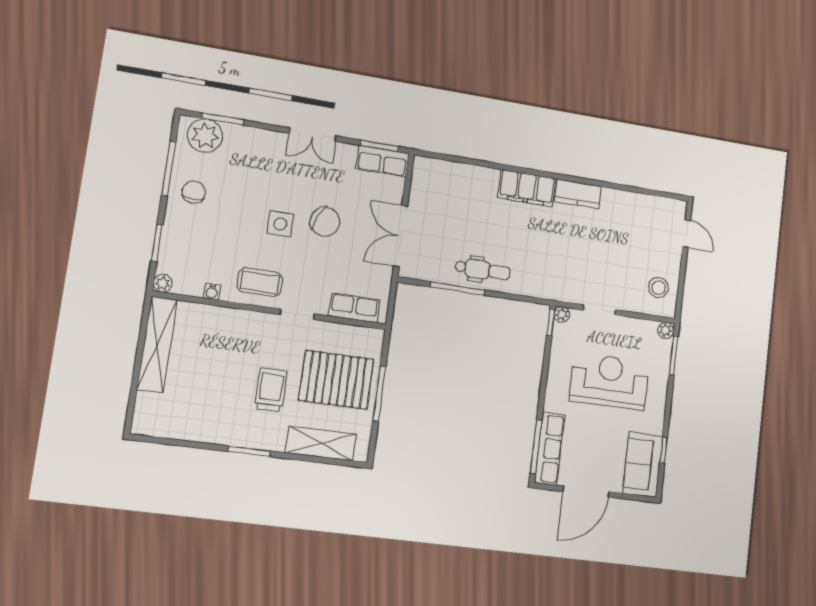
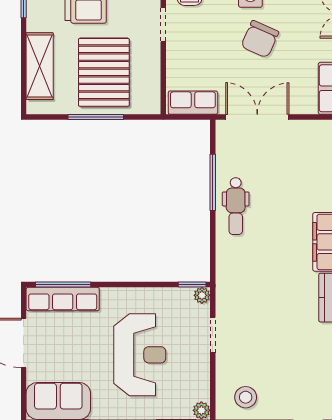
row of seats: (354, 308) -> (193, 103), moved, turned -90

